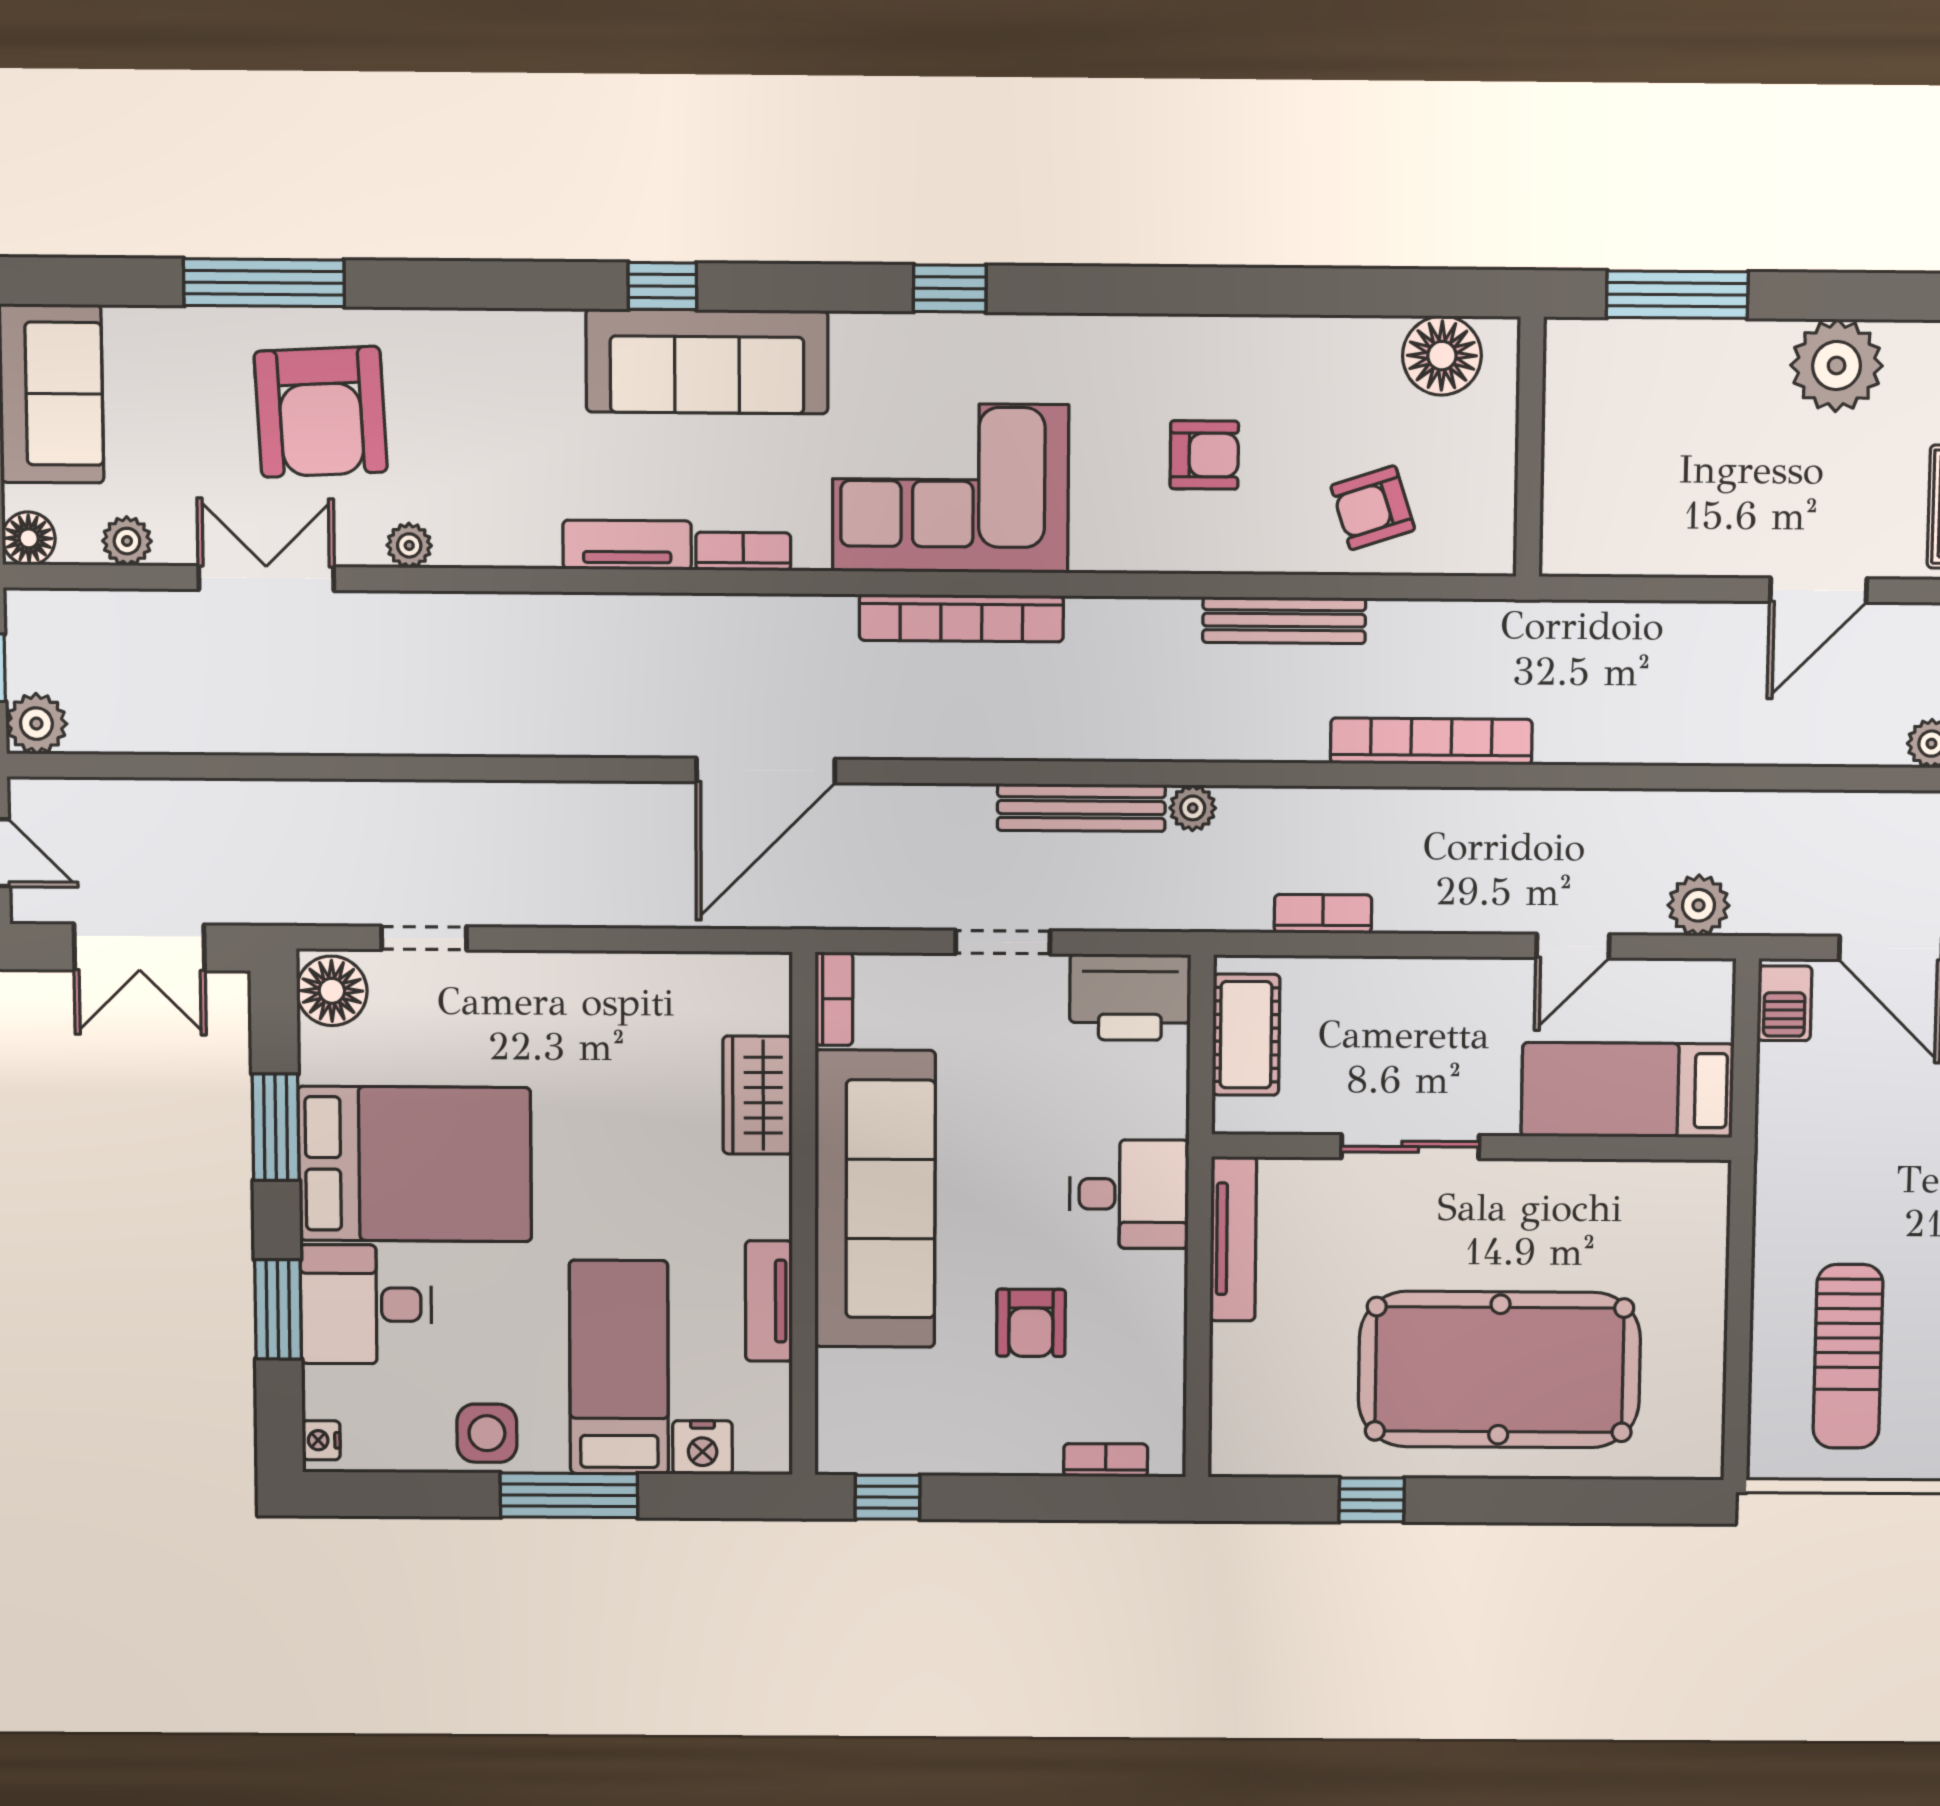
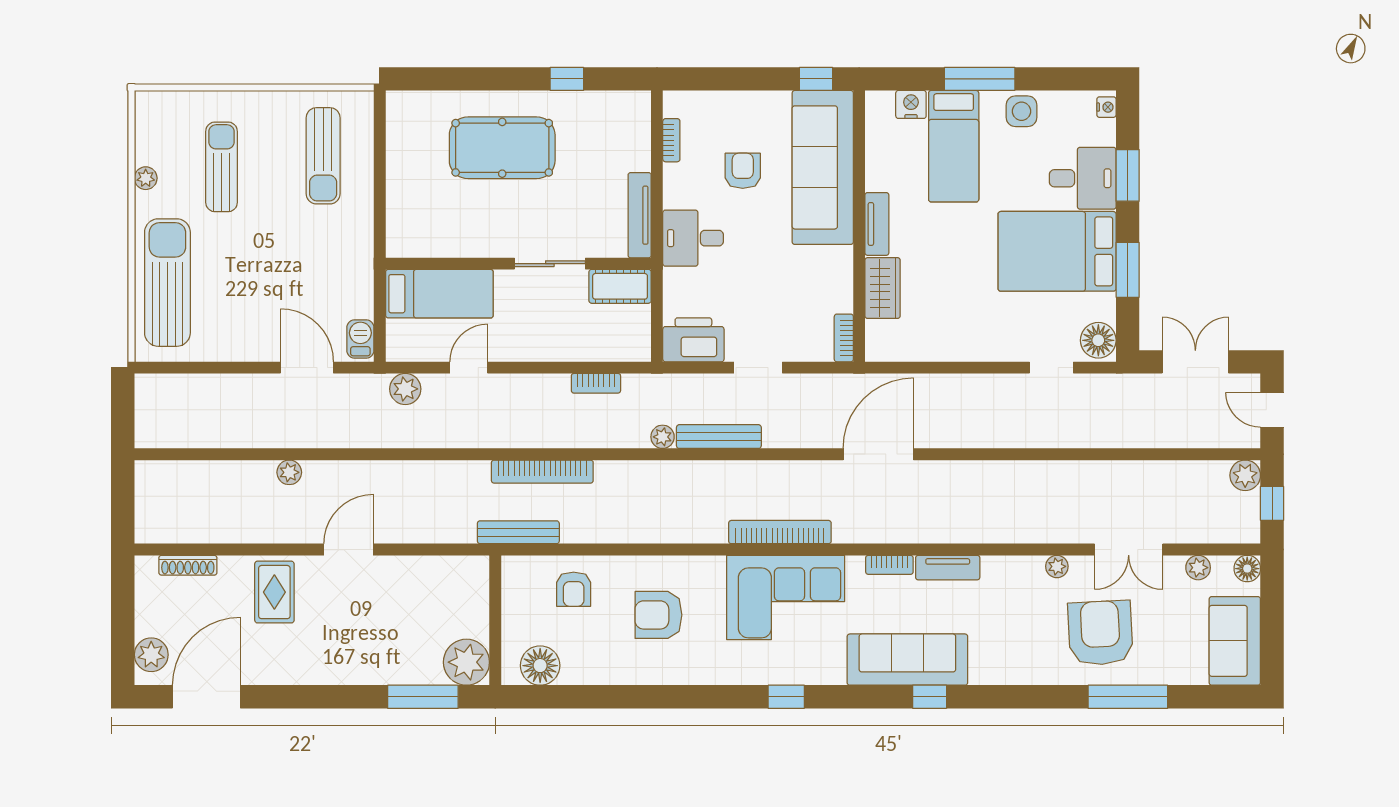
plant: (1837, 365) -> (466, 662), moved
armchair: (1204, 455) -> (659, 615), width x1.38, depth x1.38
armchair: (1373, 508) -> (574, 589), turned 108
bench: (1284, 620) -> (518, 532), moved
cot: (1246, 1035) -> (620, 286), moved, turned 90
sofa: (875, 1199) -> (823, 167), moved
tv unit: (769, 1301) -> (877, 224), moved
sun lounger: (1848, 1356) -> (323, 156), turned 180
pool table: (1499, 1370) -> (502, 148), width x0.73, depth x0.76
bookcase: (1106, 1460) -> (671, 140), moved, turned -90

